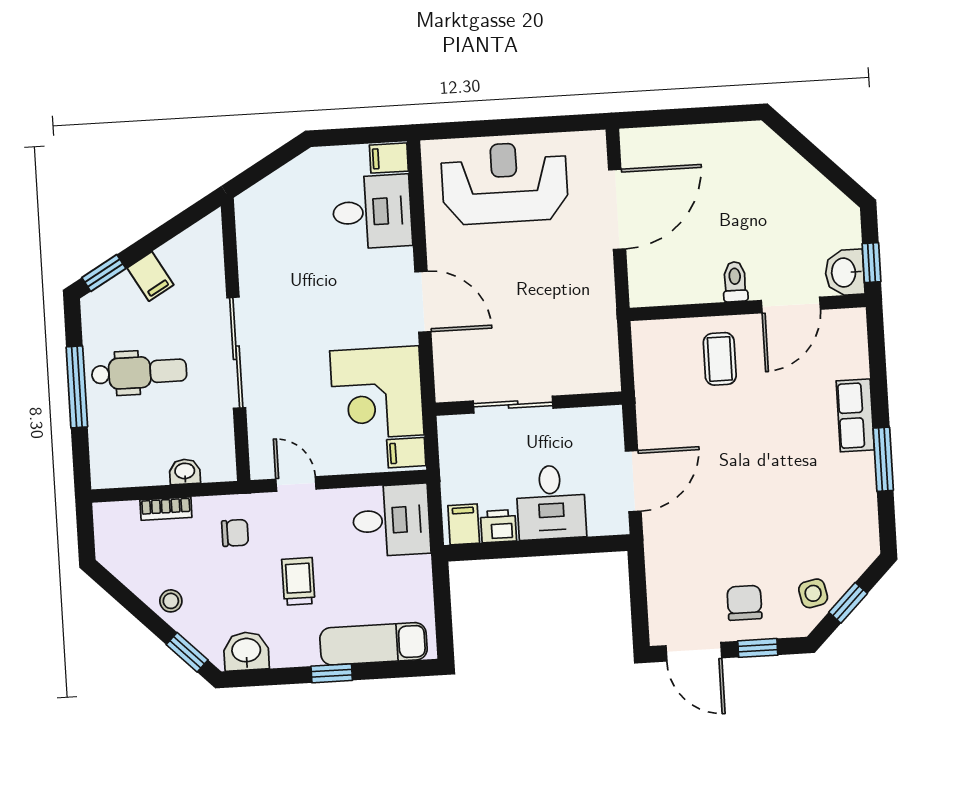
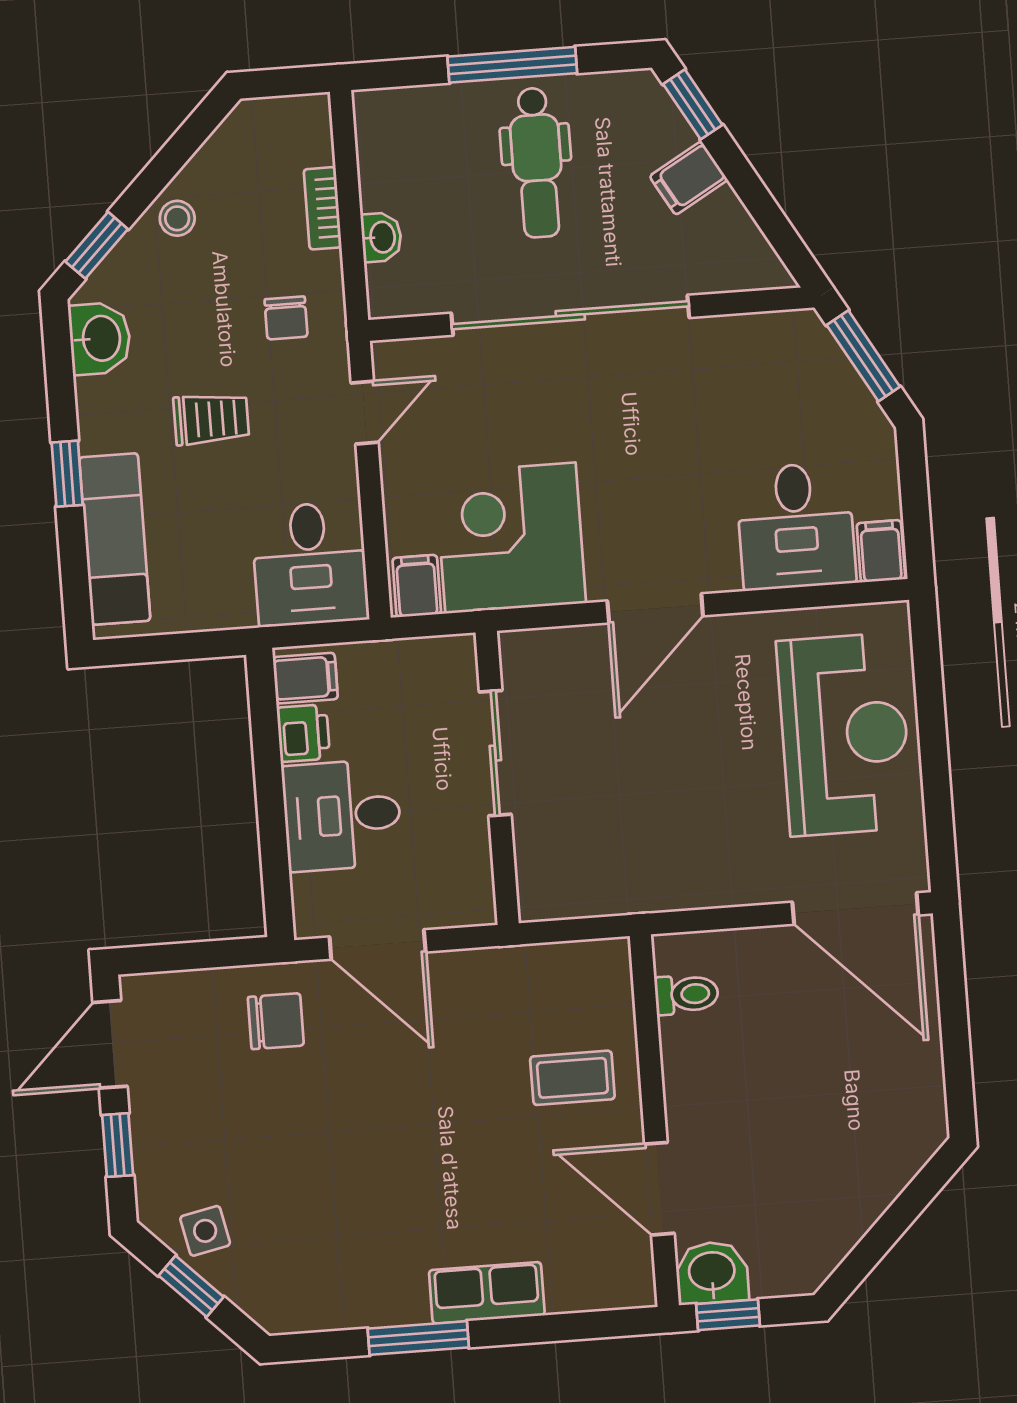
window: (265, 167) -> (863, 356), added
door: (617, 209) -> (855, 909), moved
toilet: (735, 282) -> (687, 994), moved
sliding door: (236, 353) -> (570, 315), width x1.36
chair: (744, 603) -> (276, 1021), moved

